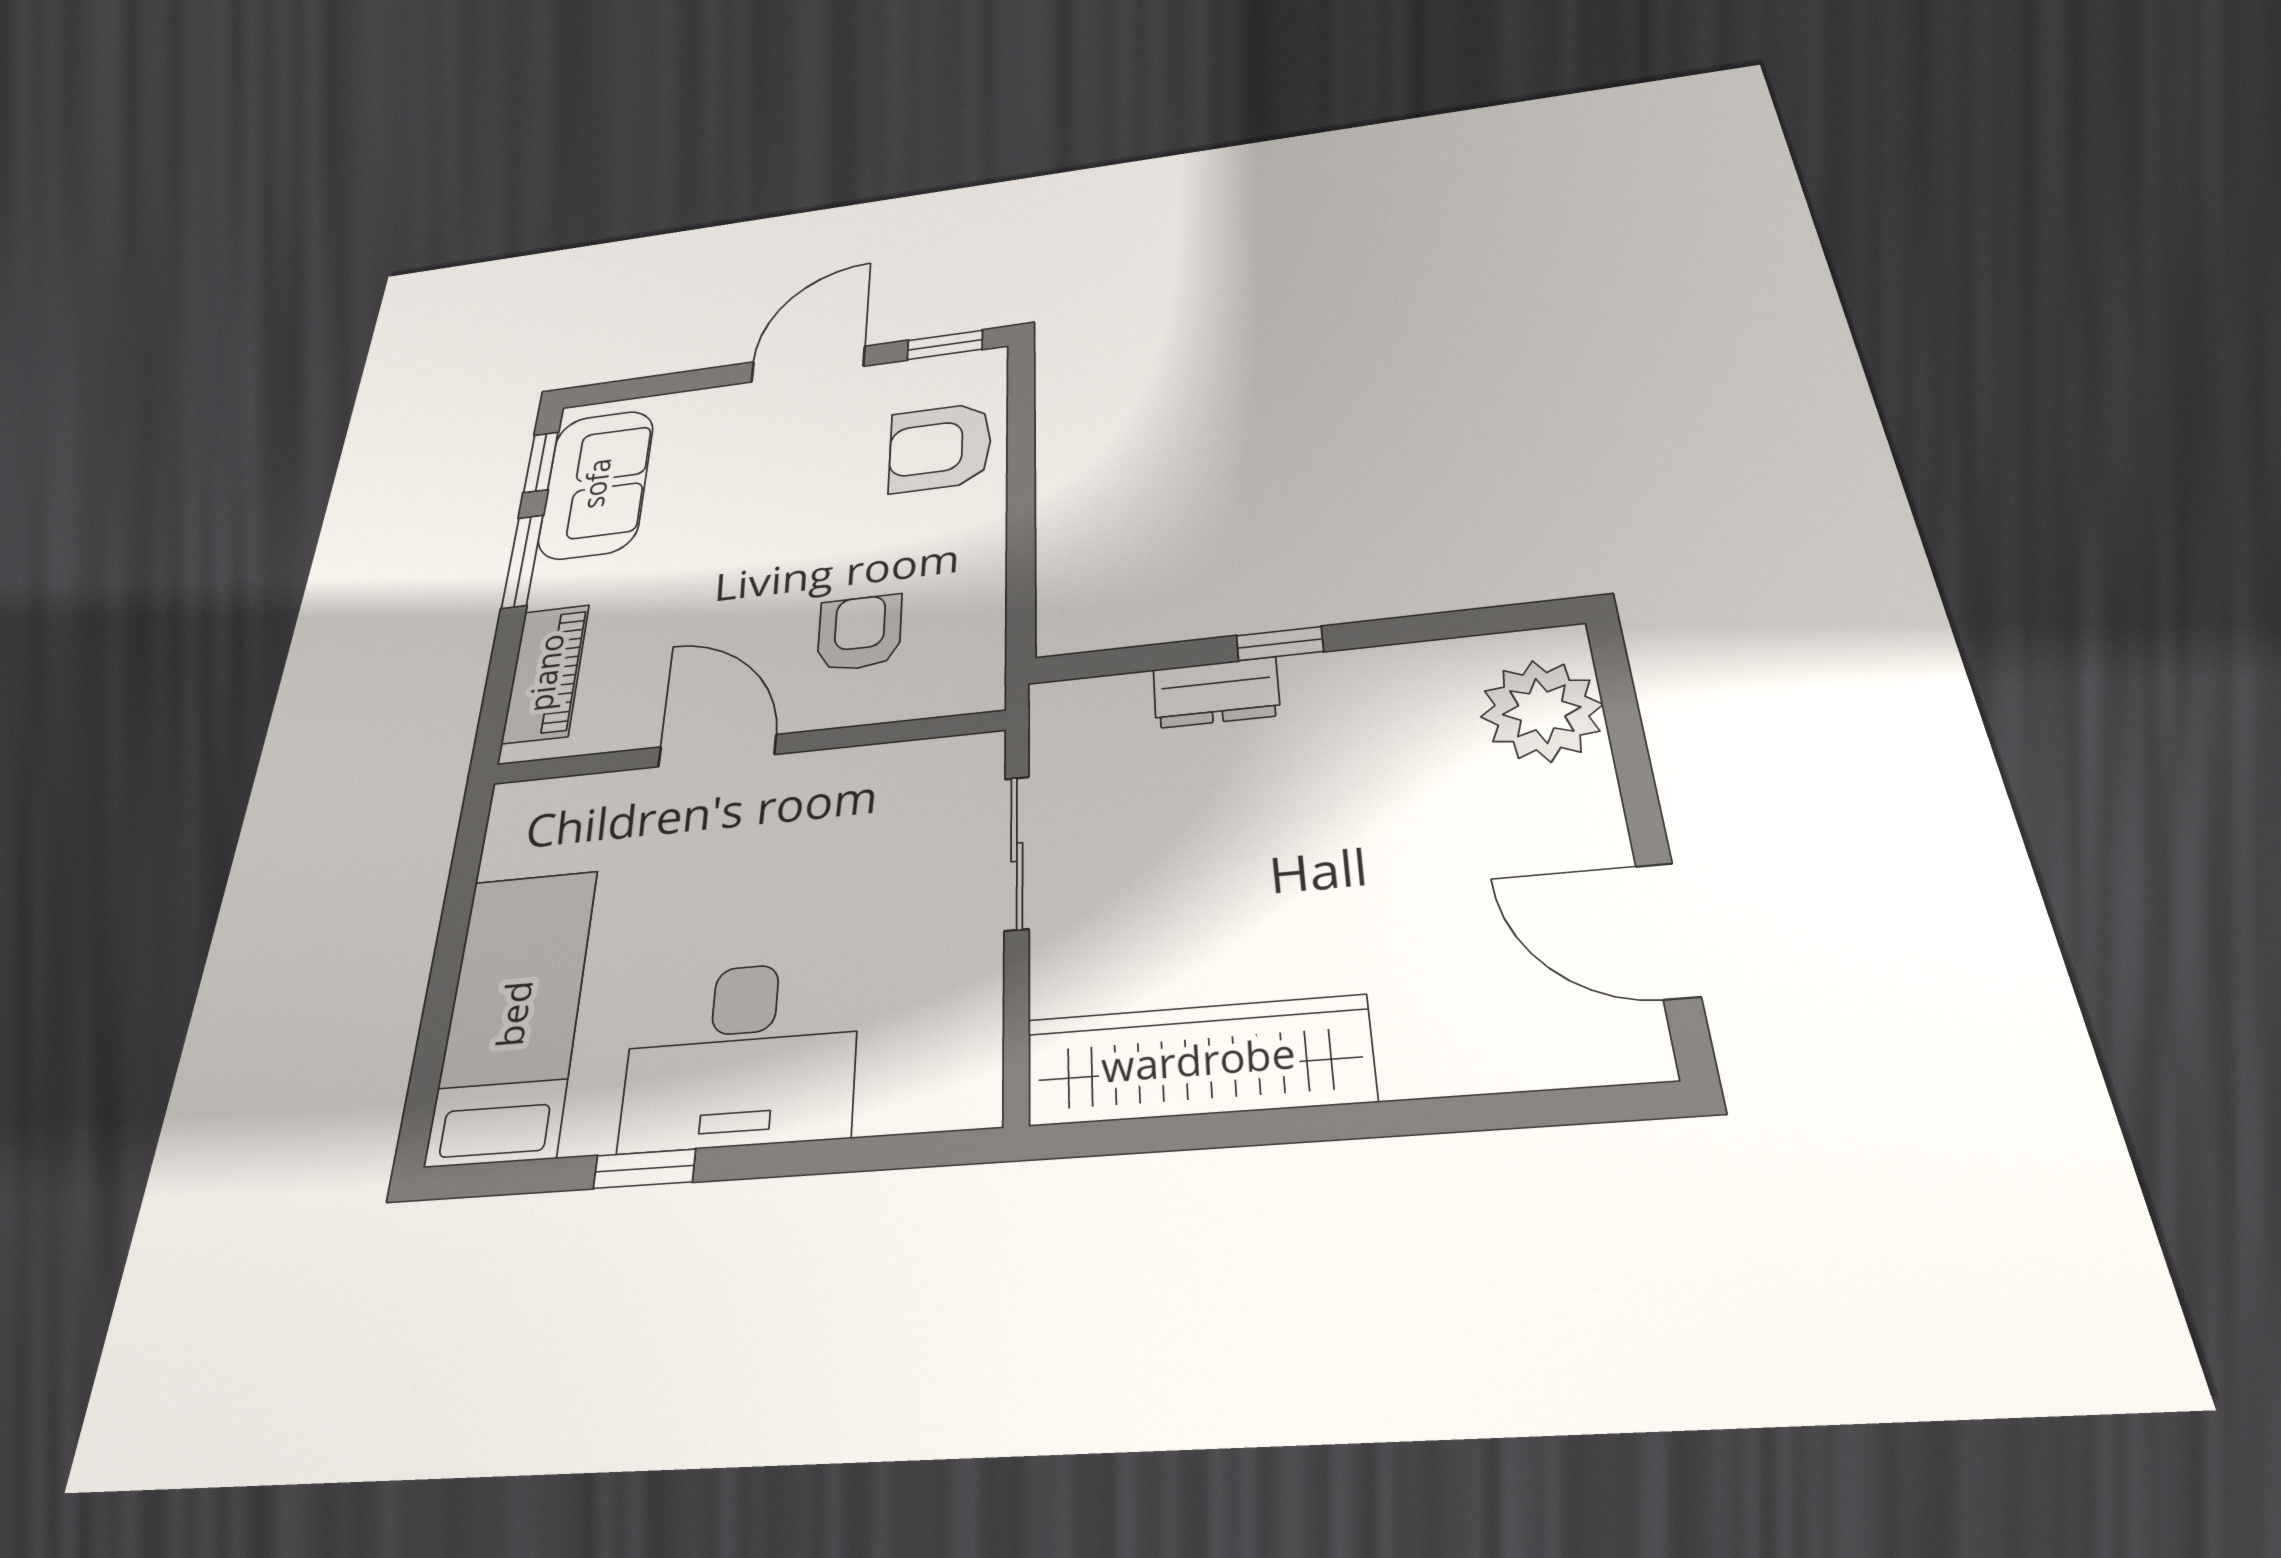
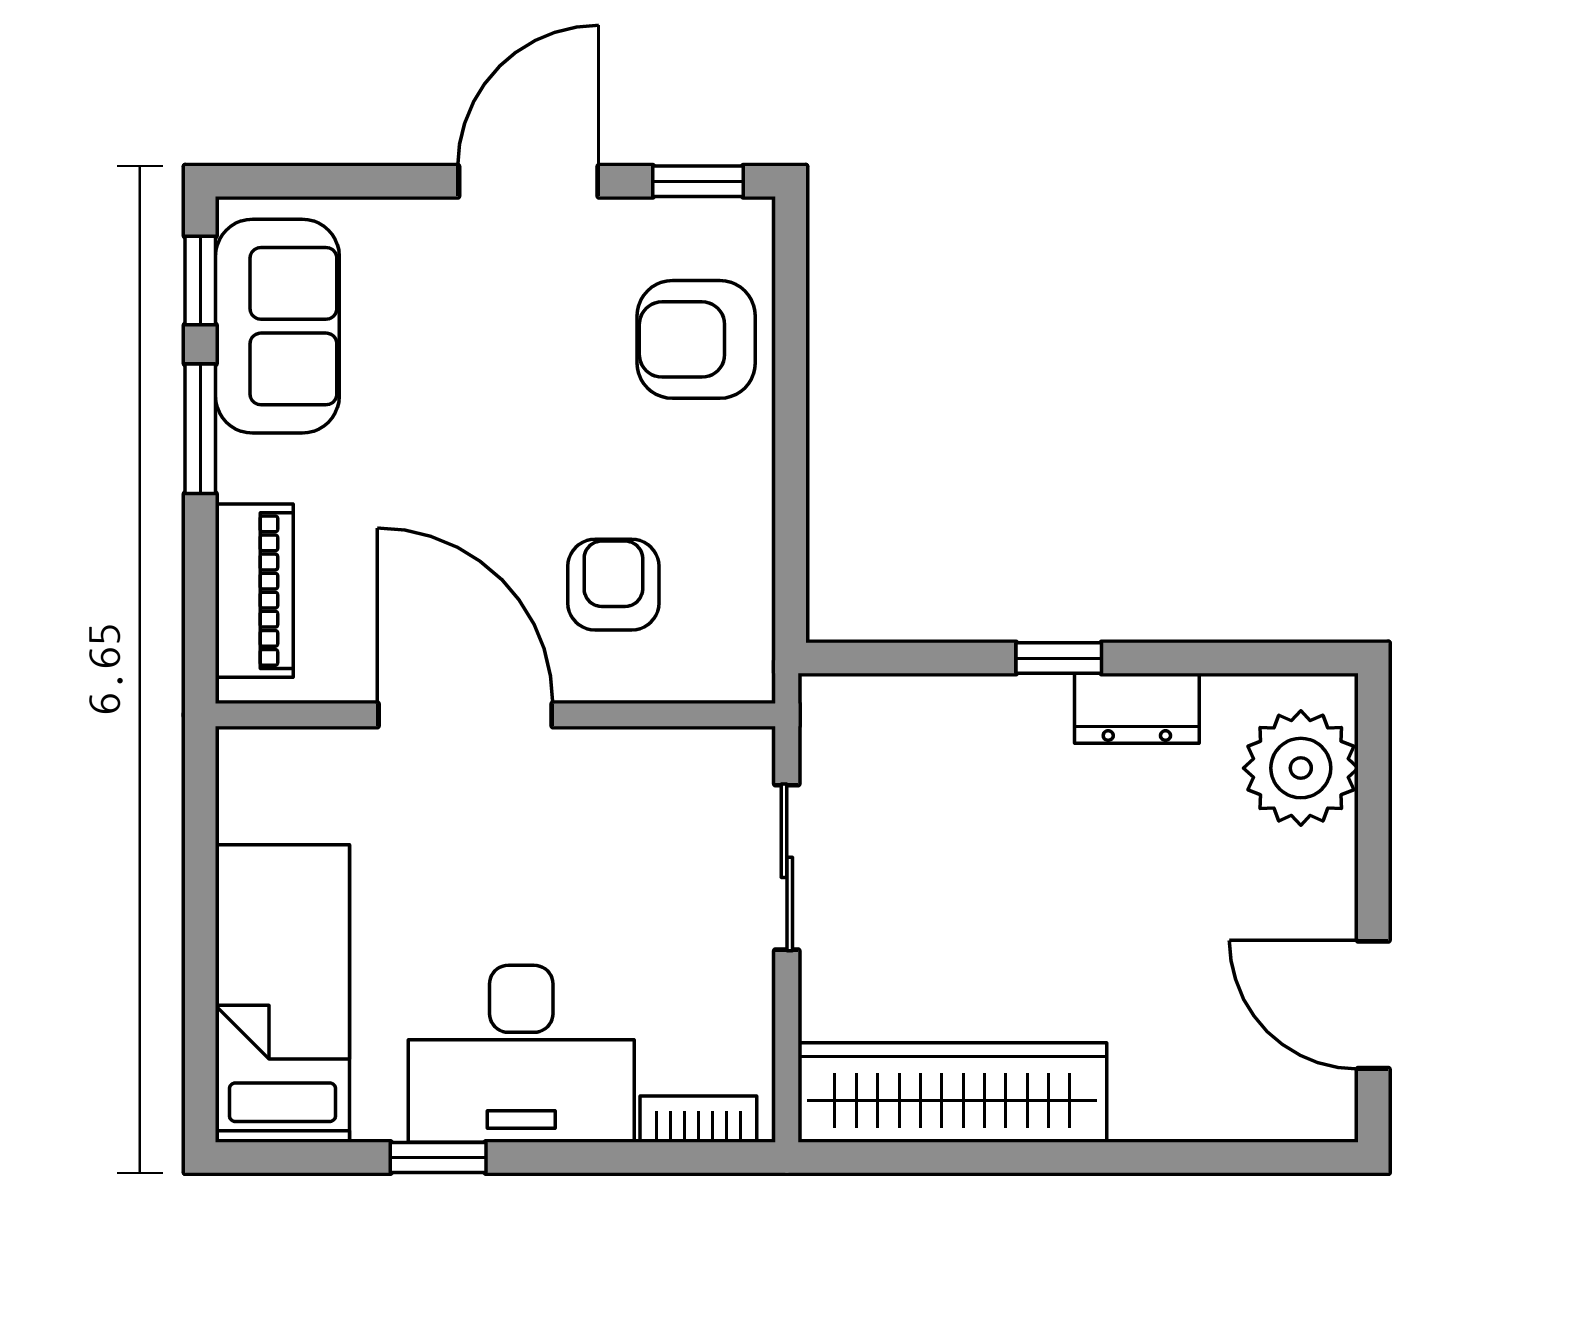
dresser: (1216, 692) -> (1137, 708), moved
door: (717, 751) -> (465, 715), width x1.36
bookcase: (921, 1109) -> (698, 1119), added

